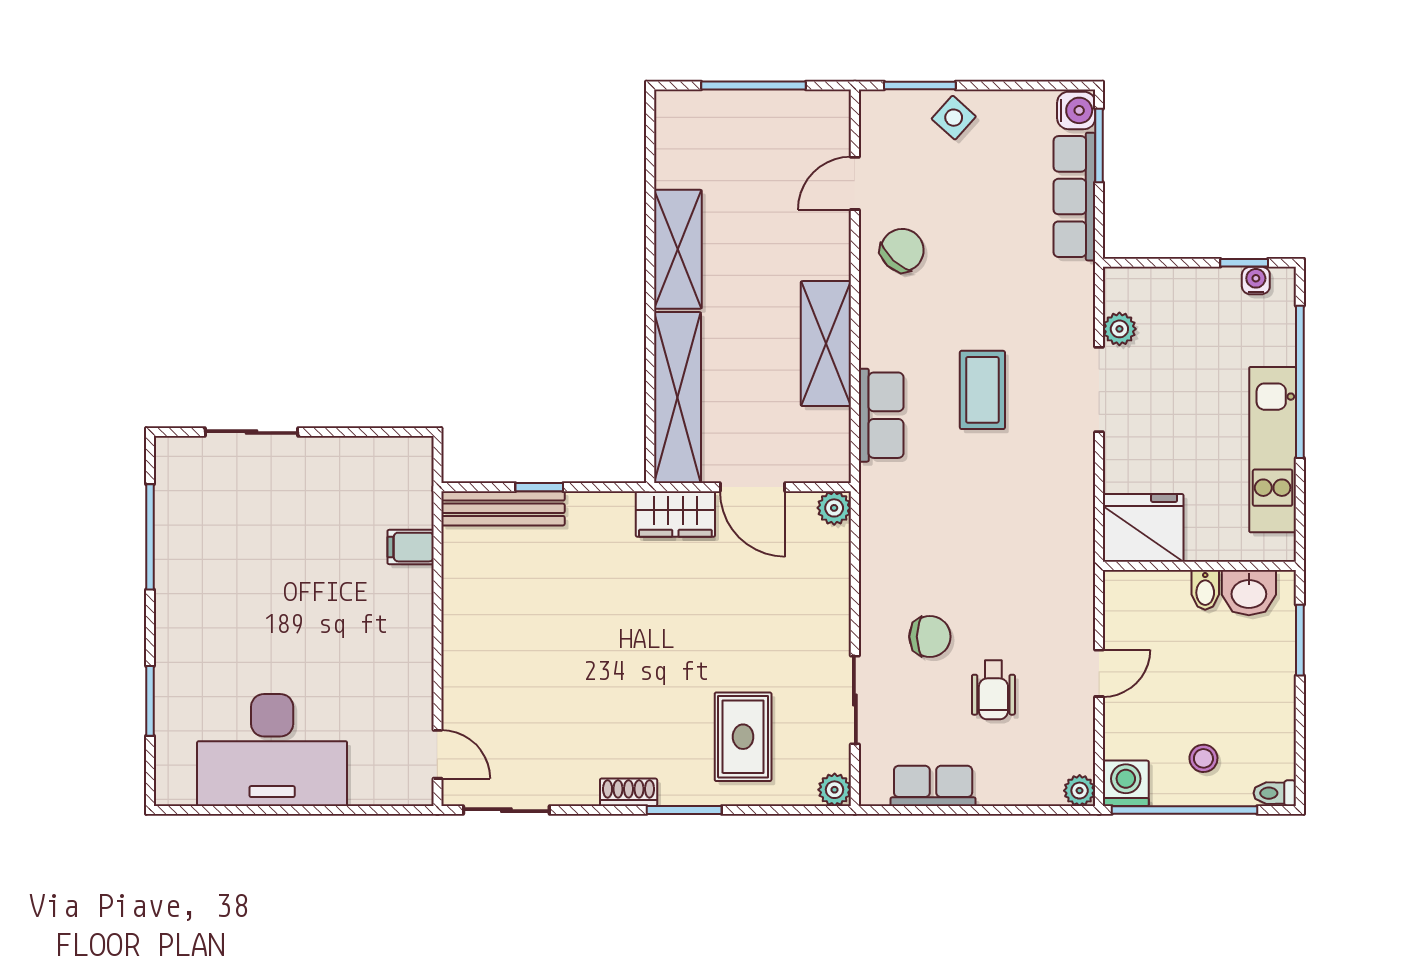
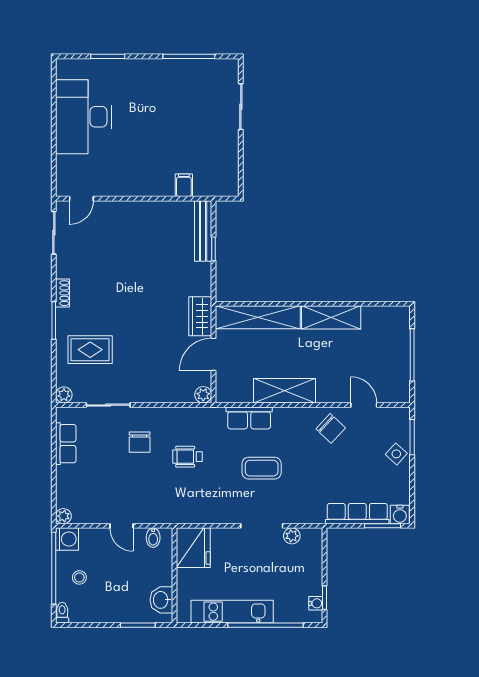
bidet: (1205, 590) -> (153, 538), moved, turned -90
wheelchair: (993, 690) -> (187, 457), moved

